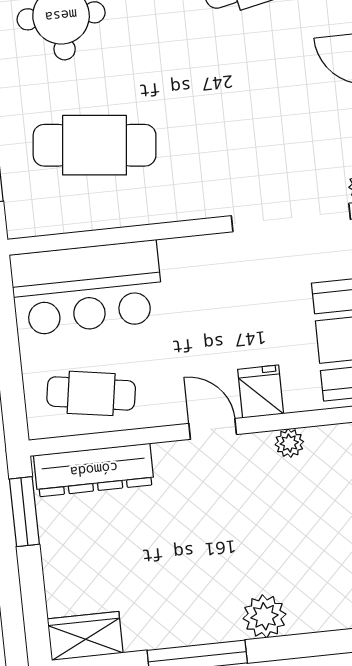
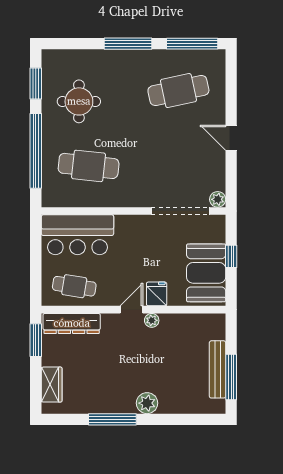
door: (213, 429) -> (131, 310), hinge flipped
plant: (289, 443) -> (152, 320), moved
wardrobe: (85, 636) -> (52, 385), moved, turned 90

